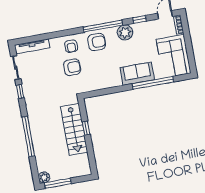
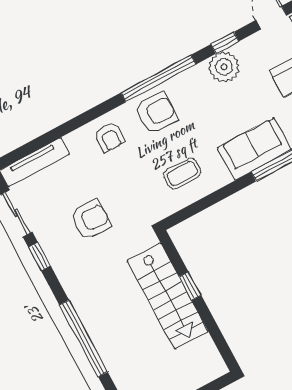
plant: (125, 33) -> (224, 67), moved
armchair: (72, 67) -> (91, 220), moved
coffee table: (100, 74) -> (182, 173), added

